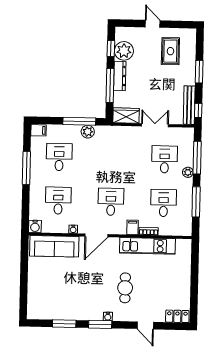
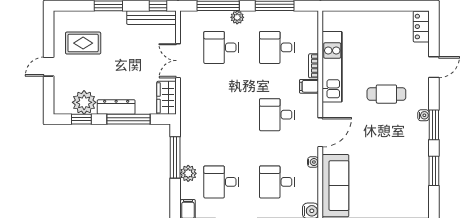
plant: (88, 132) -> (188, 173), moved
door: (96, 235) -> (320, 132), hinge flipped

